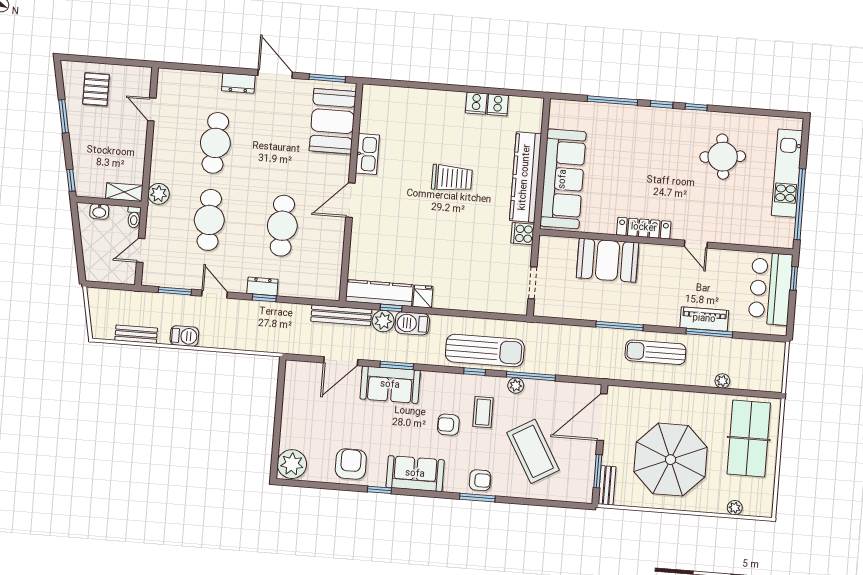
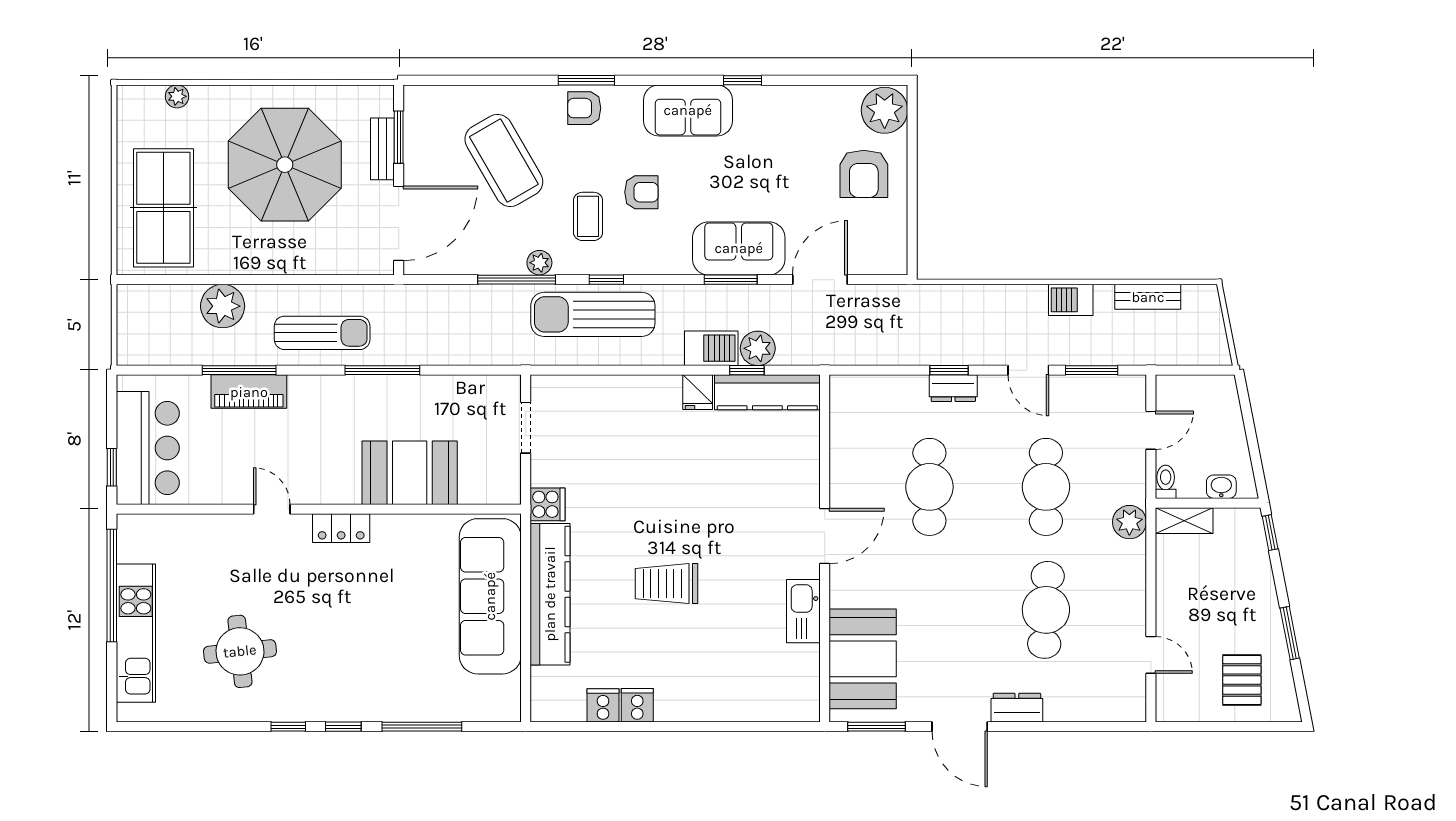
locker: (644, 228) -> (341, 528), width x0.66
bench: (341, 315) -> (825, 352), removed
plant: (722, 381) -> (223, 306), width x1.88, depth x1.88
armchair: (351, 464) -> (864, 174), moved
bench: (607, 485) -> (382, 149), moved

